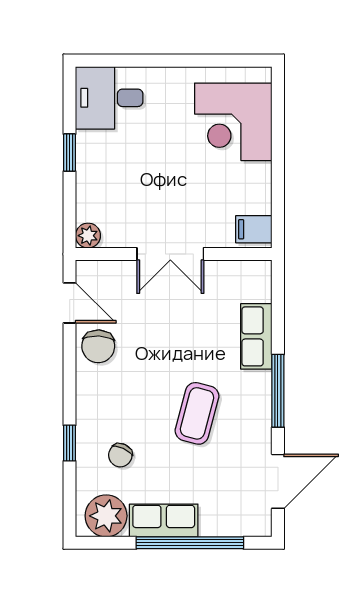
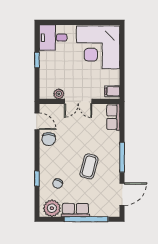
corner desk: (233, 122) -> (98, 47), width x1.36, depth x1.36
plant: (88, 236) -> (59, 94), moved
row of seats: (256, 336) -> (113, 117), moved

